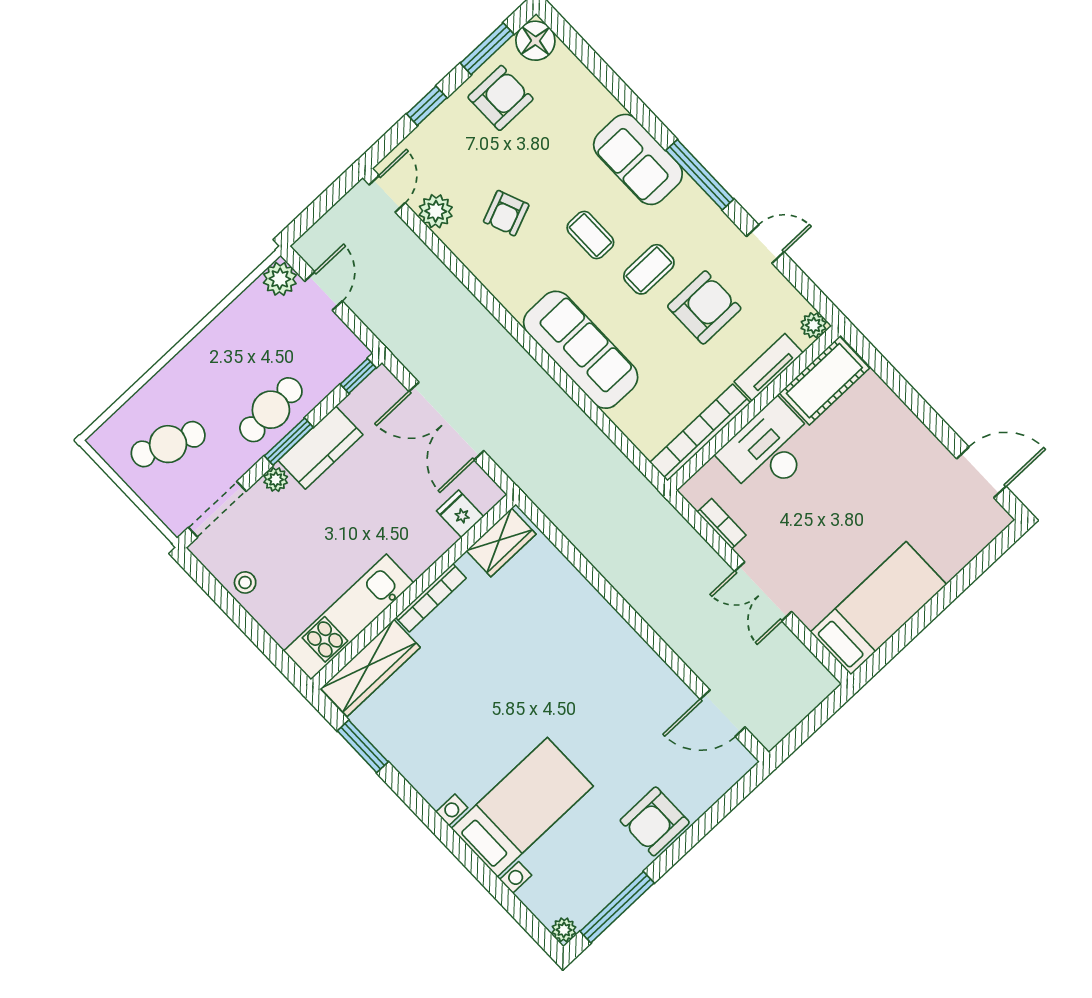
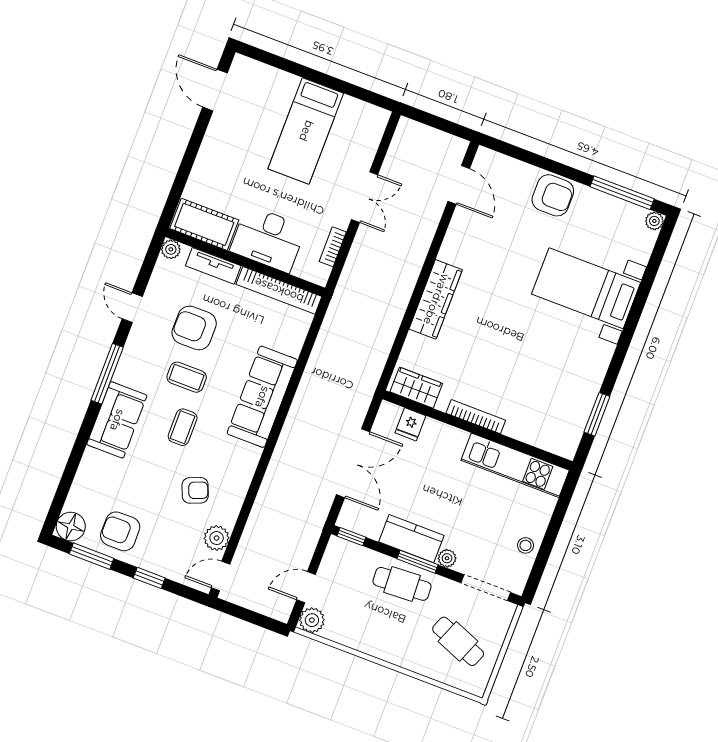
bed: (879, 608) -> (306, 131), moved, turned -90
wardrobe: (370, 668) -> (436, 299), moved, turned 90

